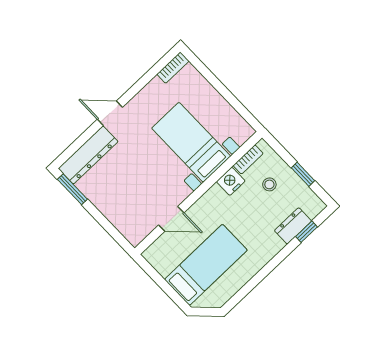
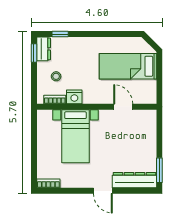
window: (303, 174) -> (34, 53), moved
dresser: (293, 226) -> (44, 49), moved, turned -90

